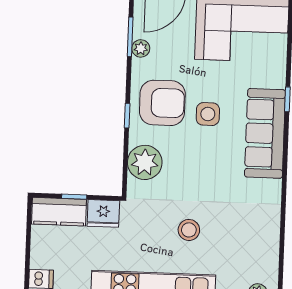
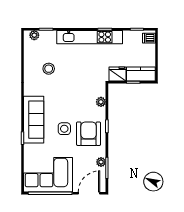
armchair: (162, 103) -> (89, 134), turned 90
plant: (145, 162) -> (101, 102), width x0.53, depth x0.53
stool: (189, 230) -> (49, 69), moved

